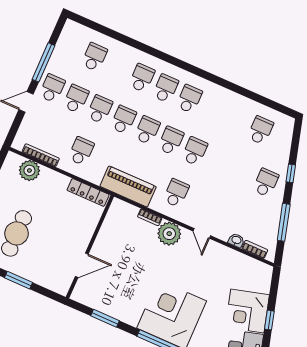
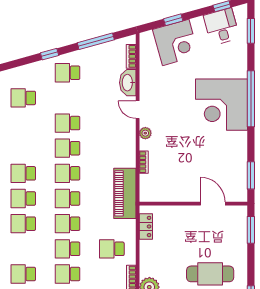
locker: (88, 192) -> (146, 226), width x0.66
school desk: (176, 193) -> (68, 123), moved
door: (202, 233) -> (138, 110), swing flipped
plant: (169, 234) -> (145, 133), width x0.53, depth x0.53
washbasin: (236, 240) -> (128, 83), width x1.91, depth x1.45
window: (19, 280) -> (251, 230), moved
corner desk: (247, 311) -> (176, 42), moved
window: (105, 318) -> (251, 175), moved
window: (269, 320) -> (173, 20), moved

